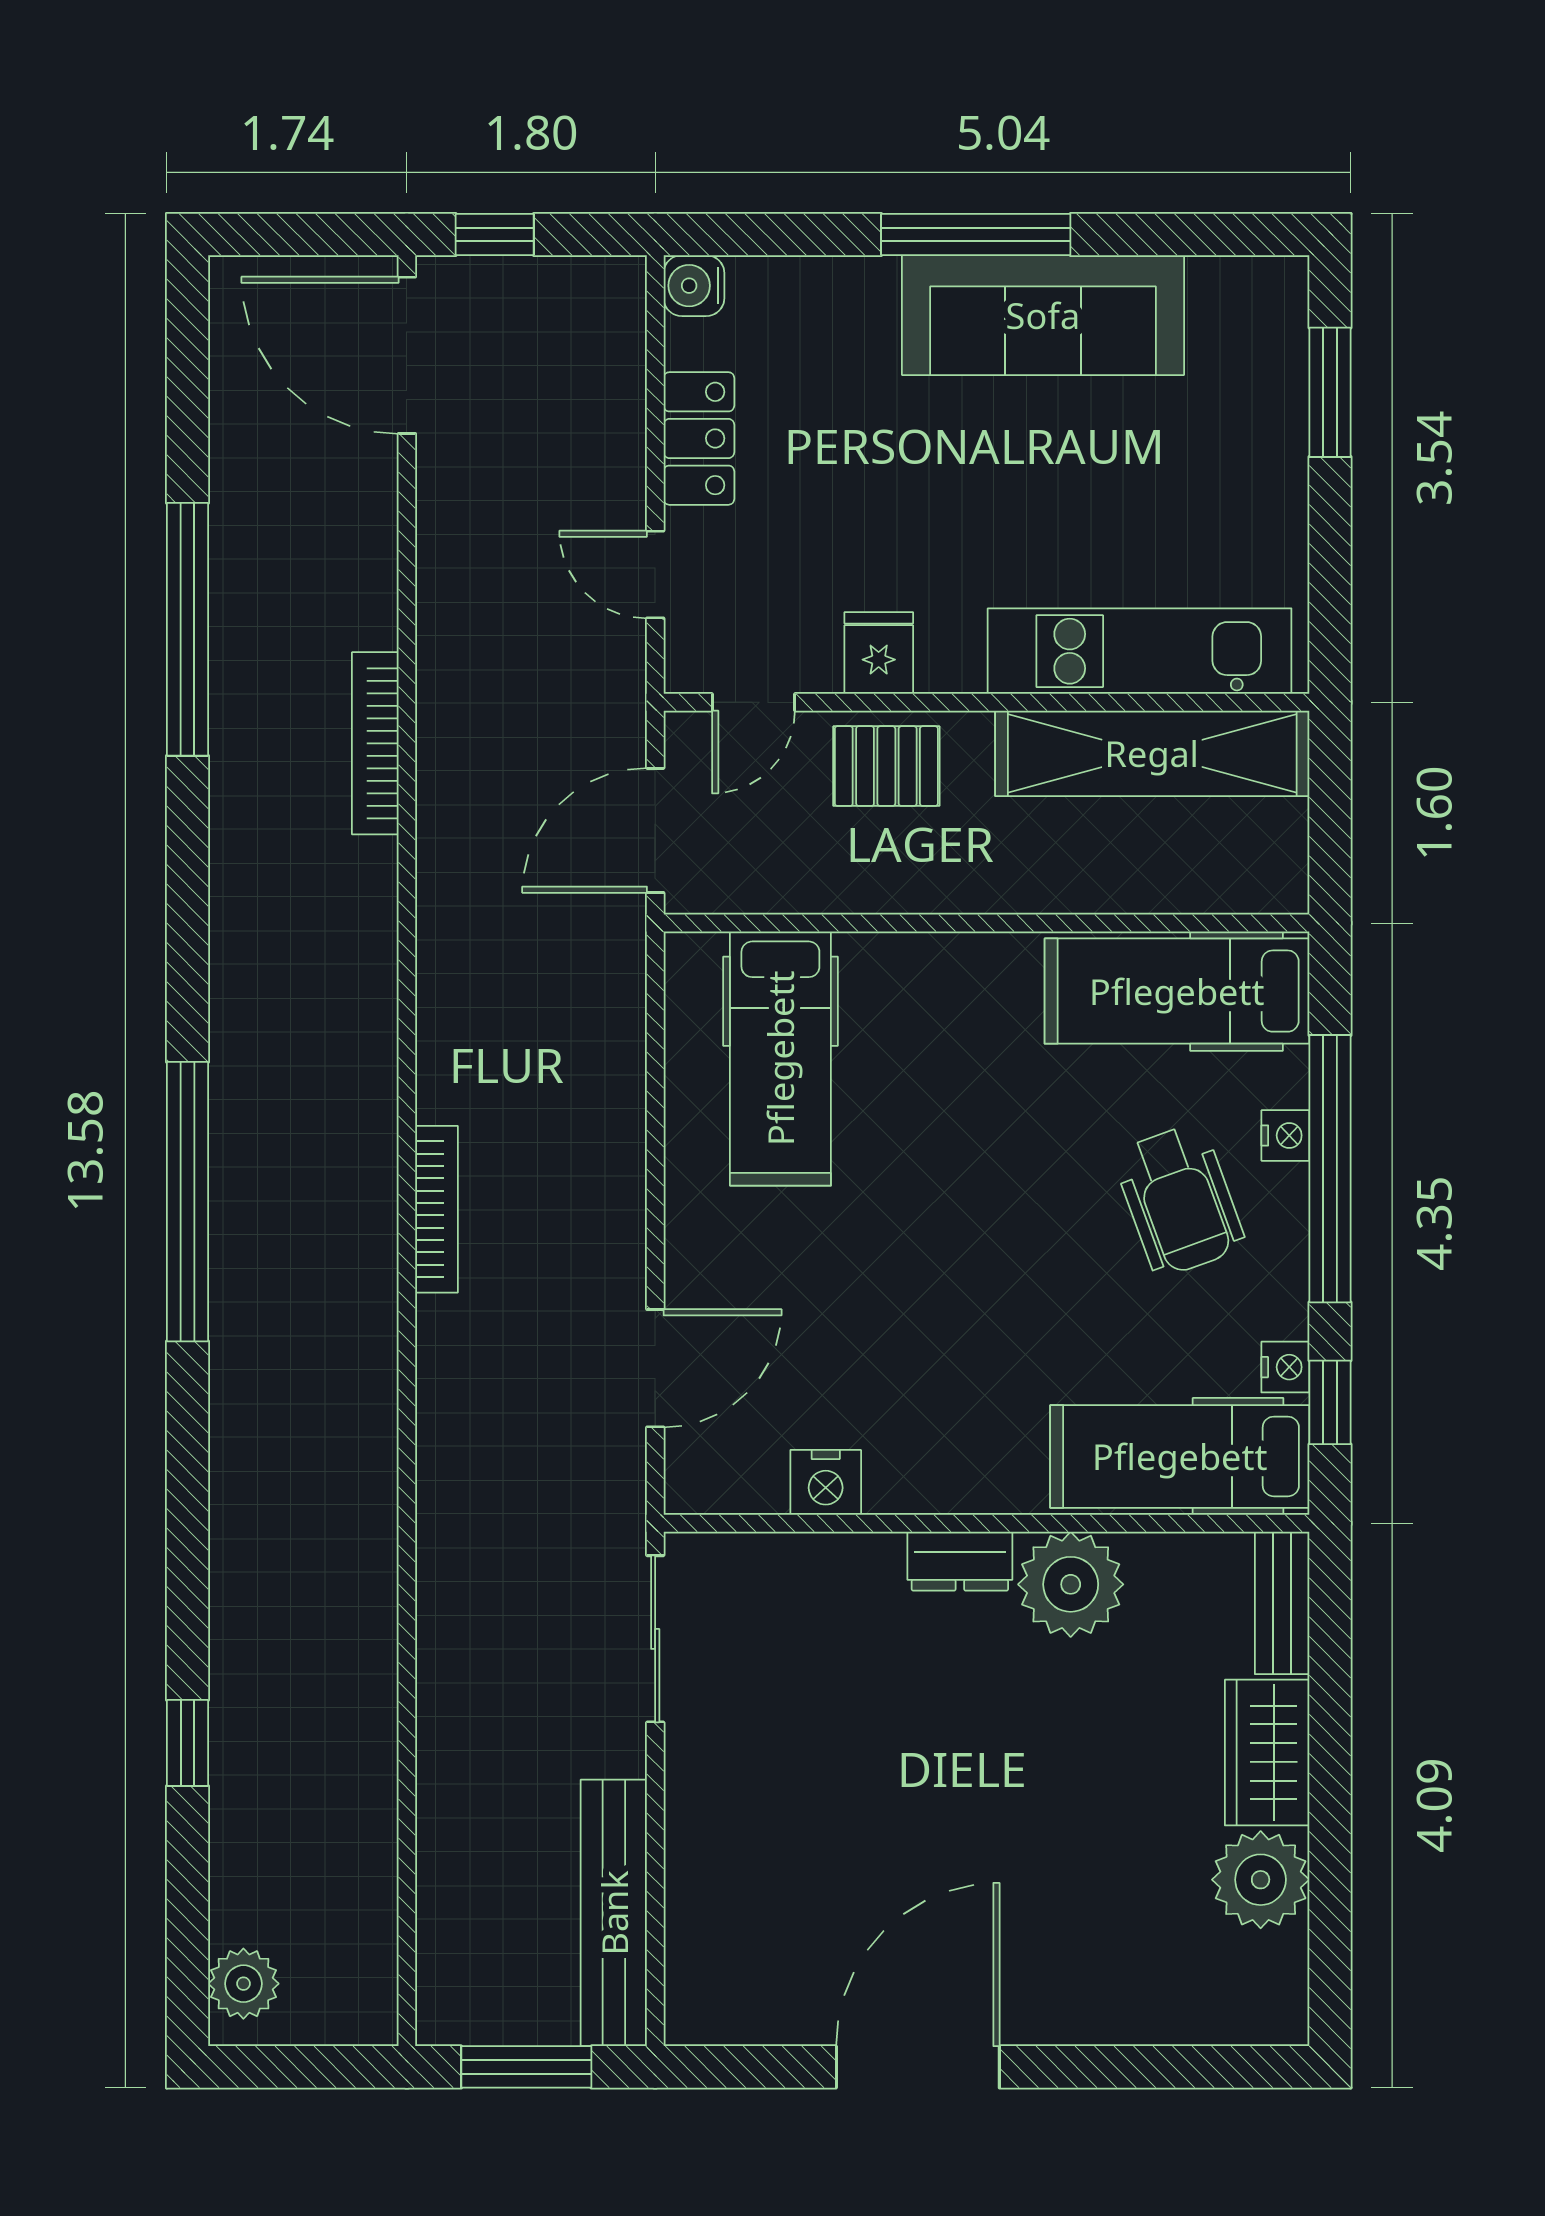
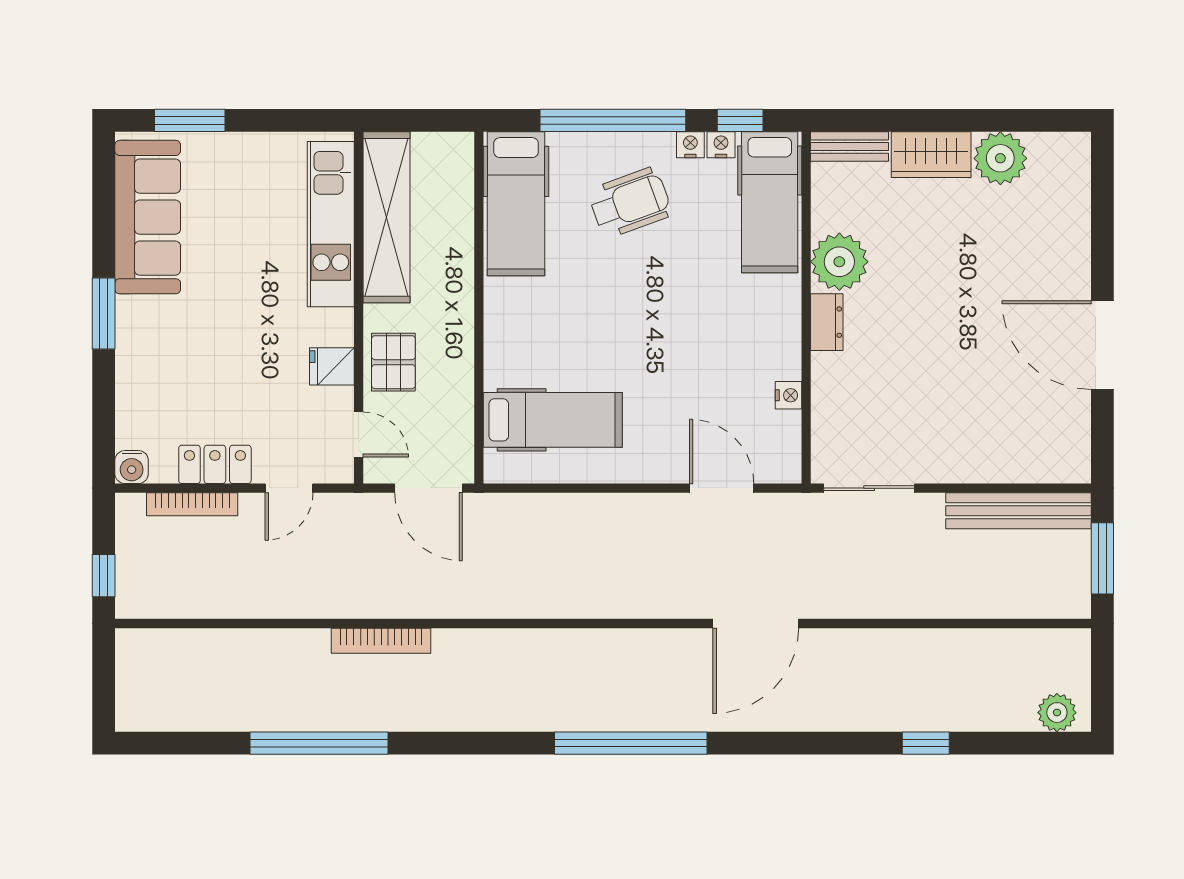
window: (976, 234) -> (104, 313), width x0.69
sofa: (1043, 315) -> (148, 217), moved
door: (407, 355) -> (756, 623), moved
nightstand: (1285, 1135) -> (690, 145), moved
bookcase: (436, 1209) -> (192, 504), moved, turned 180
nightstand: (826, 1482) -> (788, 395), width x0.72, depth x0.74

